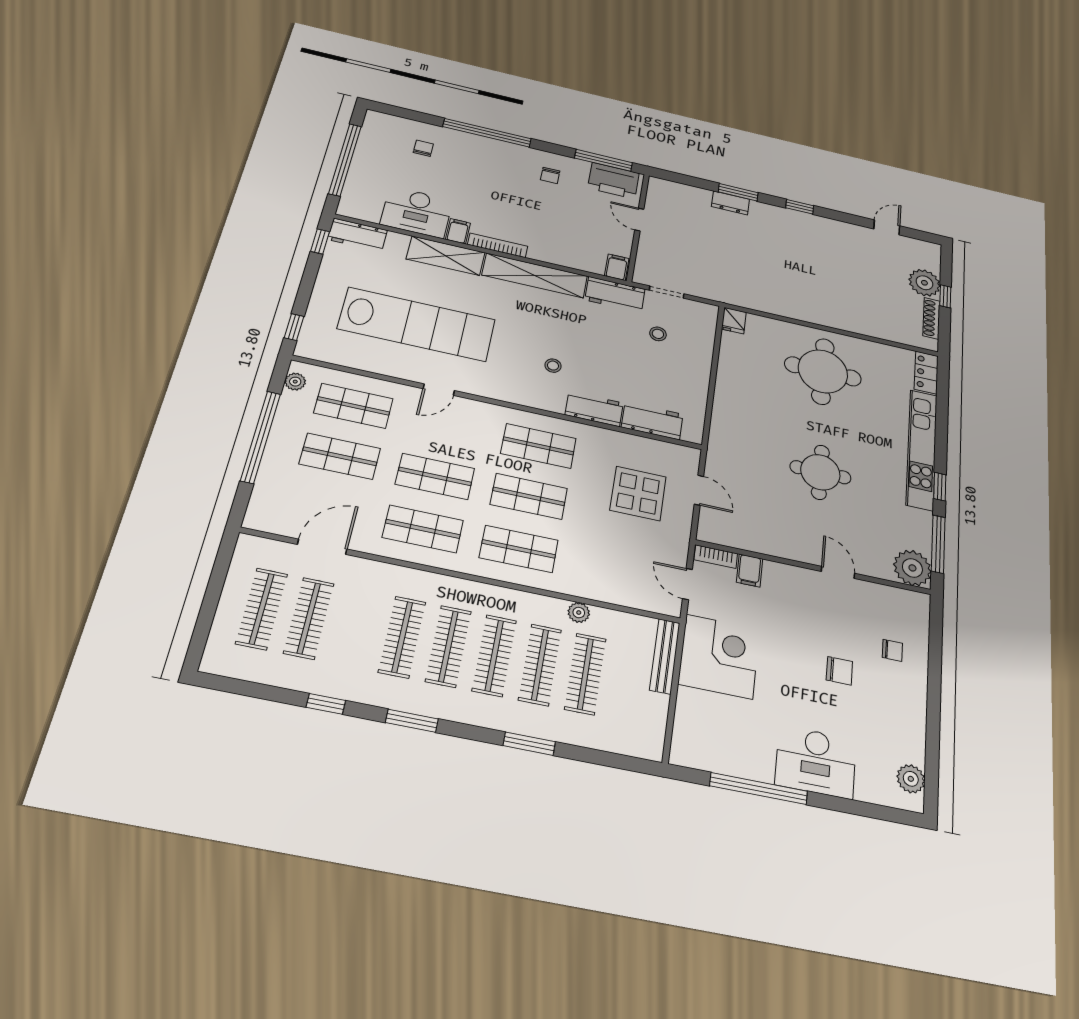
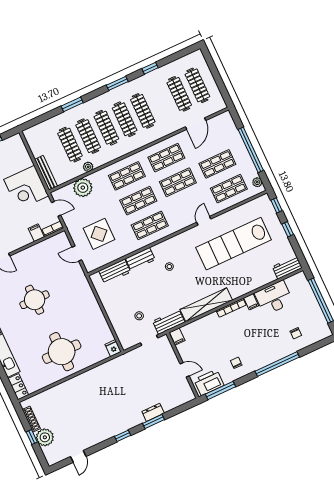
window: (320, 242) -> (288, 229), moved
shelving: (446, 256) -> (247, 286), removed
plant: (614, 585) -> (83, 188), added

